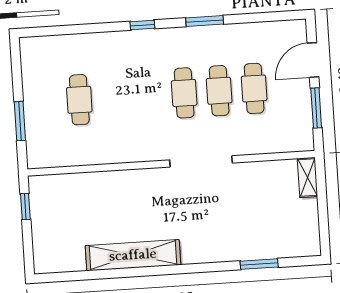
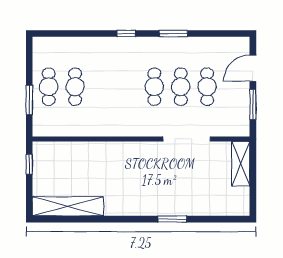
cafe table: (44, 102) -> (49, 87), added
doorway: (201, 161) -> (187, 139), moved
shelving: (308, 178) -> (241, 164), width x1.50, depth x1.33
shelving: (133, 255) -> (68, 206), moved
window: (259, 264) -> (172, 219), moved

